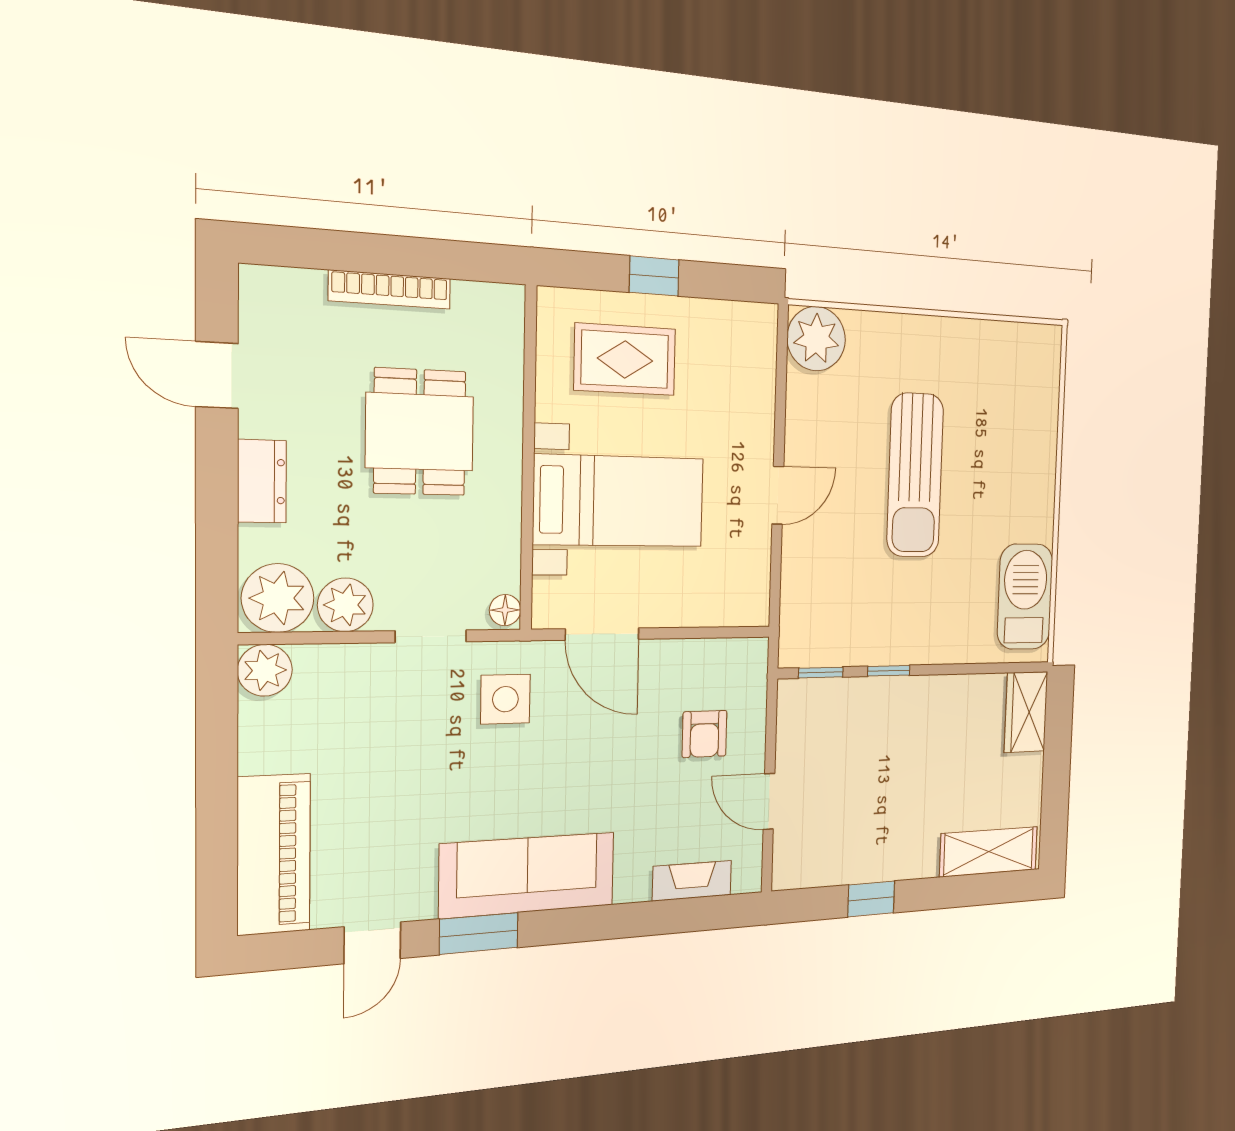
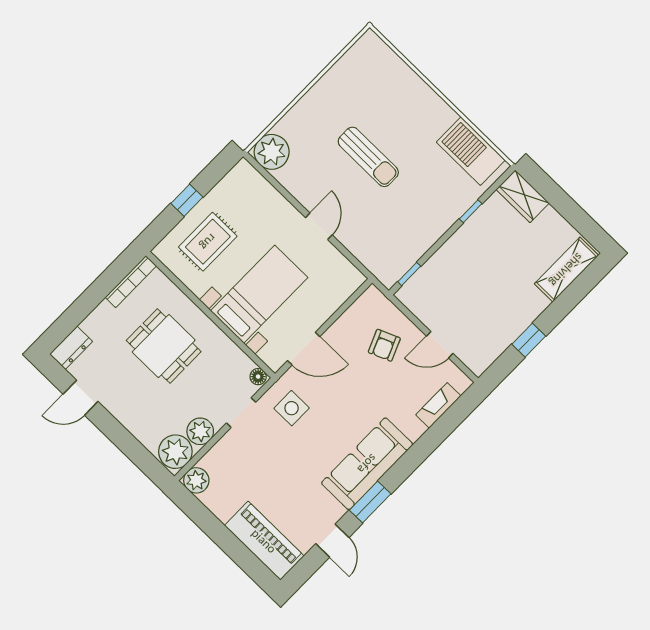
bookcase: (390, 290) -> (131, 282), moved
sun lounger: (915, 475) -> (368, 157), width x0.73, depth x0.75
dresser: (262, 481) -> (71, 348), moved, turned 90
window: (889, 671) -> (471, 211), moved
armchair: (705, 734) -> (384, 345), turned 67

